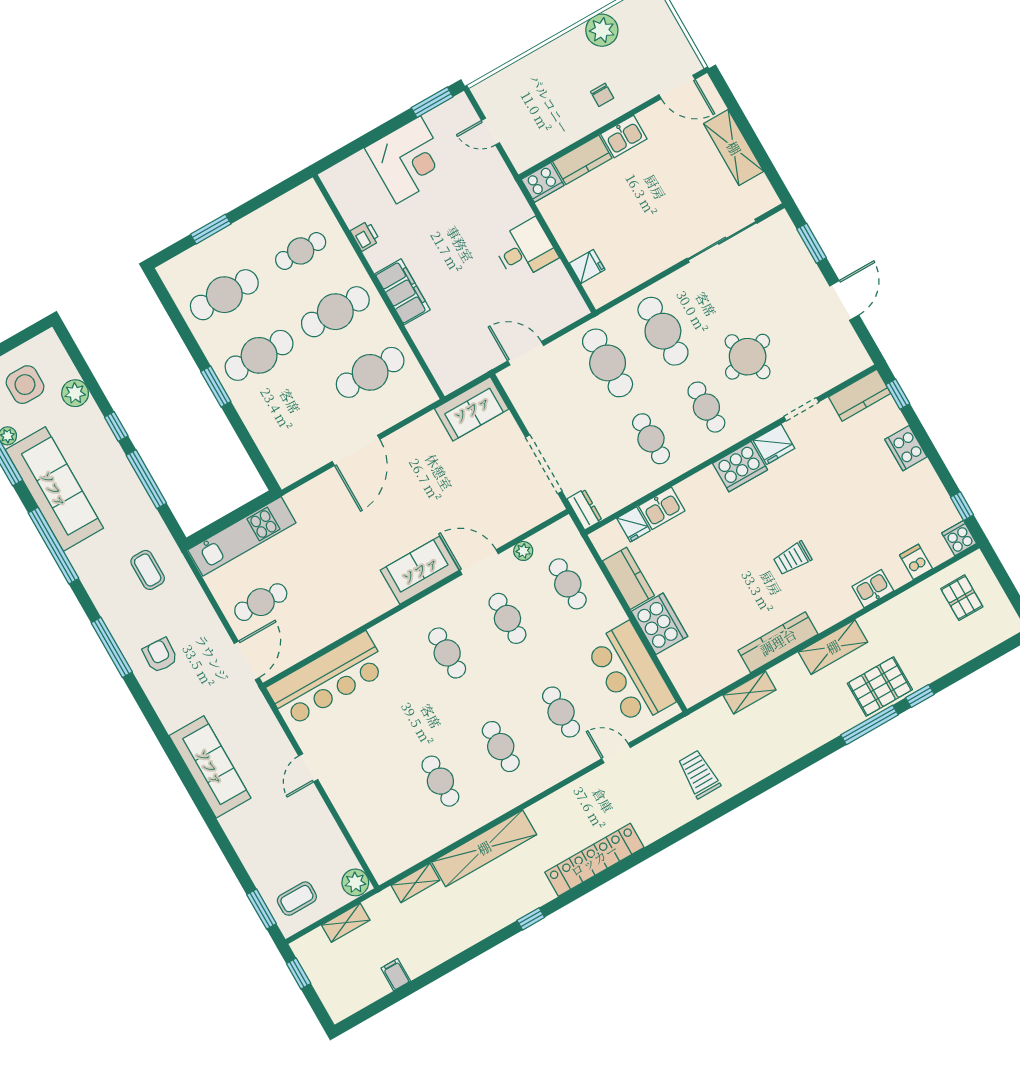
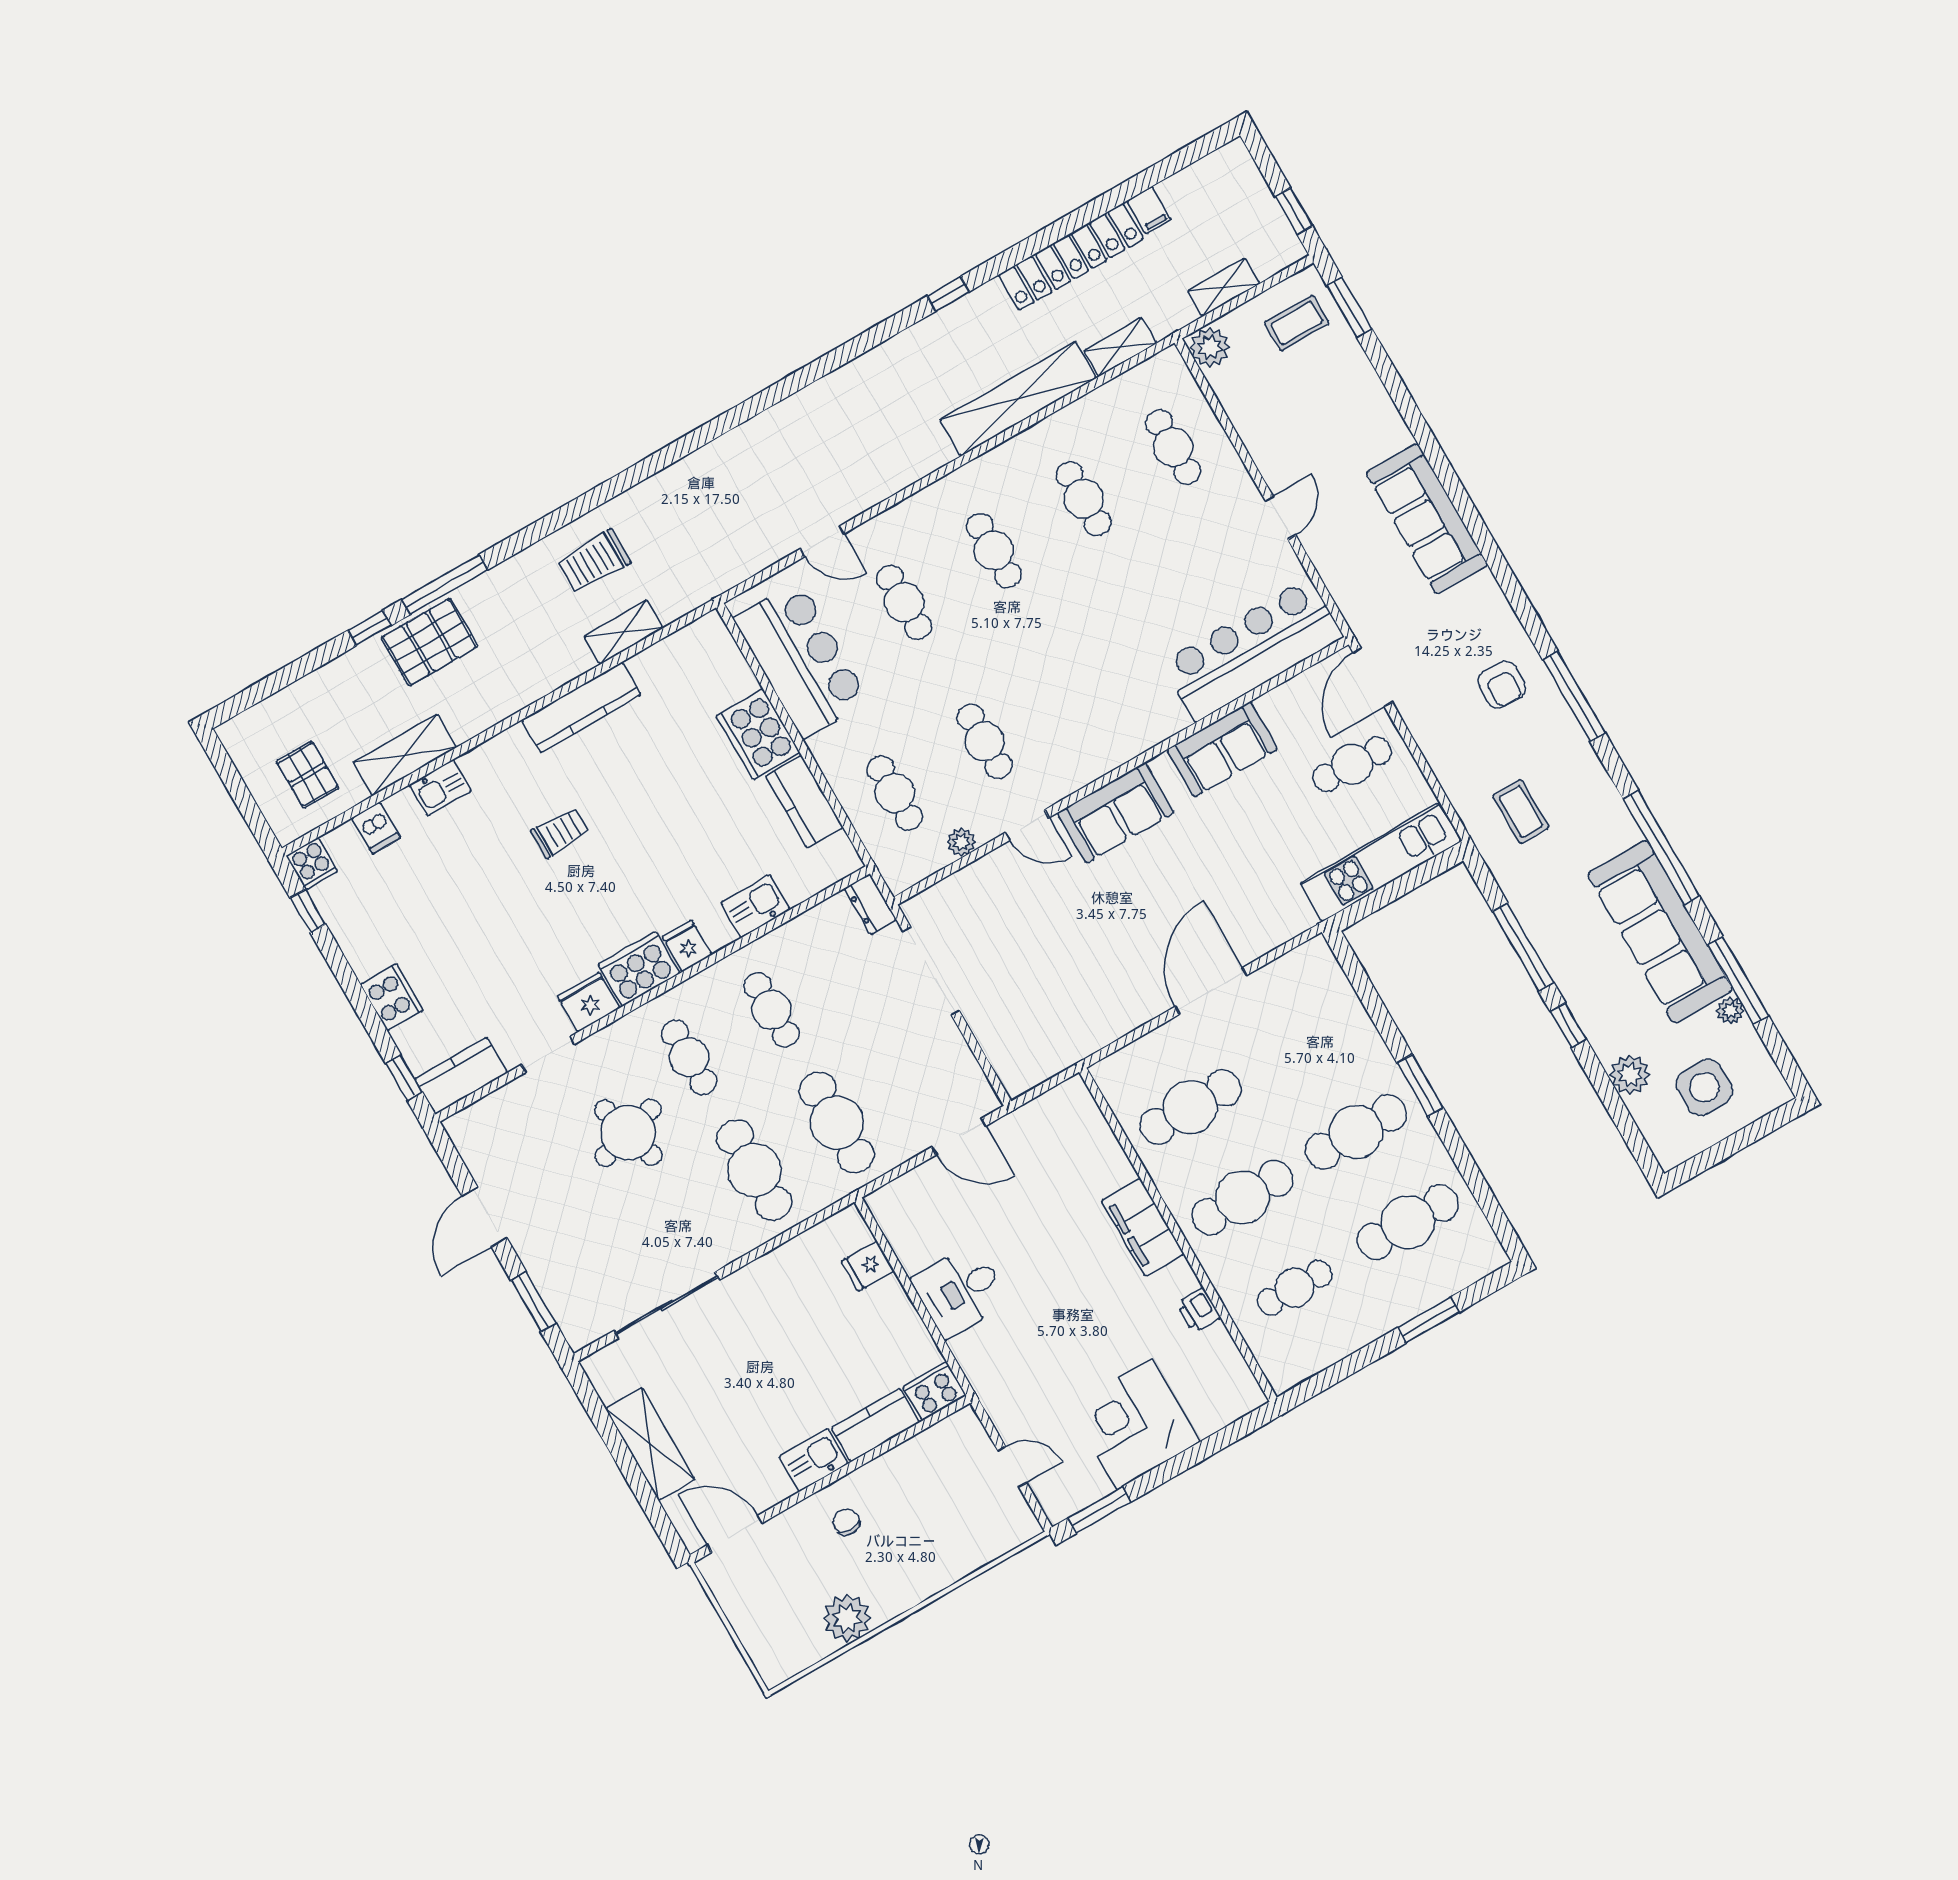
sofa: (472, 409) -> (1222, 749), moved, turned 180
fridge: (634, 524) -> (687, 946), moved
door: (479, 562) -> (1027, 825), width x0.73
shelving: (833, 647) -> (405, 755), moved
cafe table: (447, 653) -> (1173, 447), moved
trolley: (699, 774) -> (594, 561), moved, turned 90
locker: (594, 860) -> (1071, 257), moved

